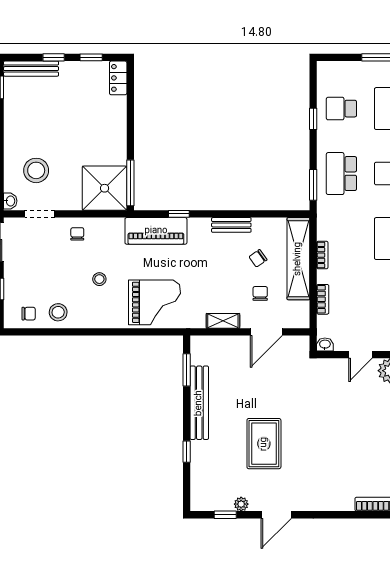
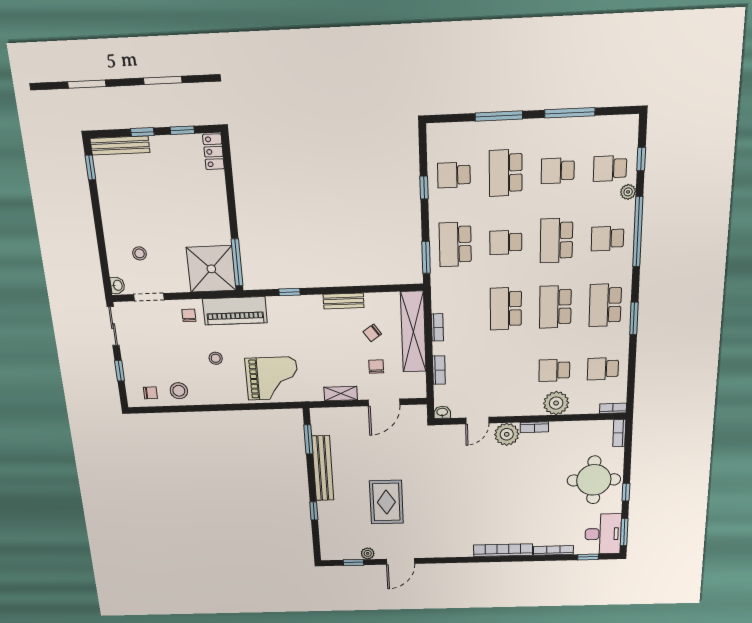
stool: (36, 170) -> (140, 253), width x0.53, depth x0.53
piano: (156, 231) -> (235, 311), moved

